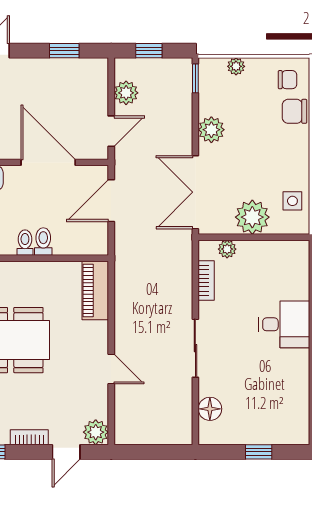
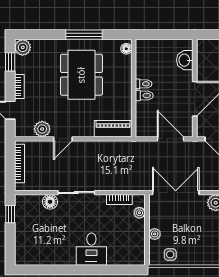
plant: (252, 217) -> (155, 234), width x0.53, depth x0.53
floor lamp: (210, 409) -> (50, 202), moved
plant: (96, 432) -> (42, 129), moved
bookcase: (150, 437) -> (19, 163), added
window: (259, 452) -> (10, 214), moved

